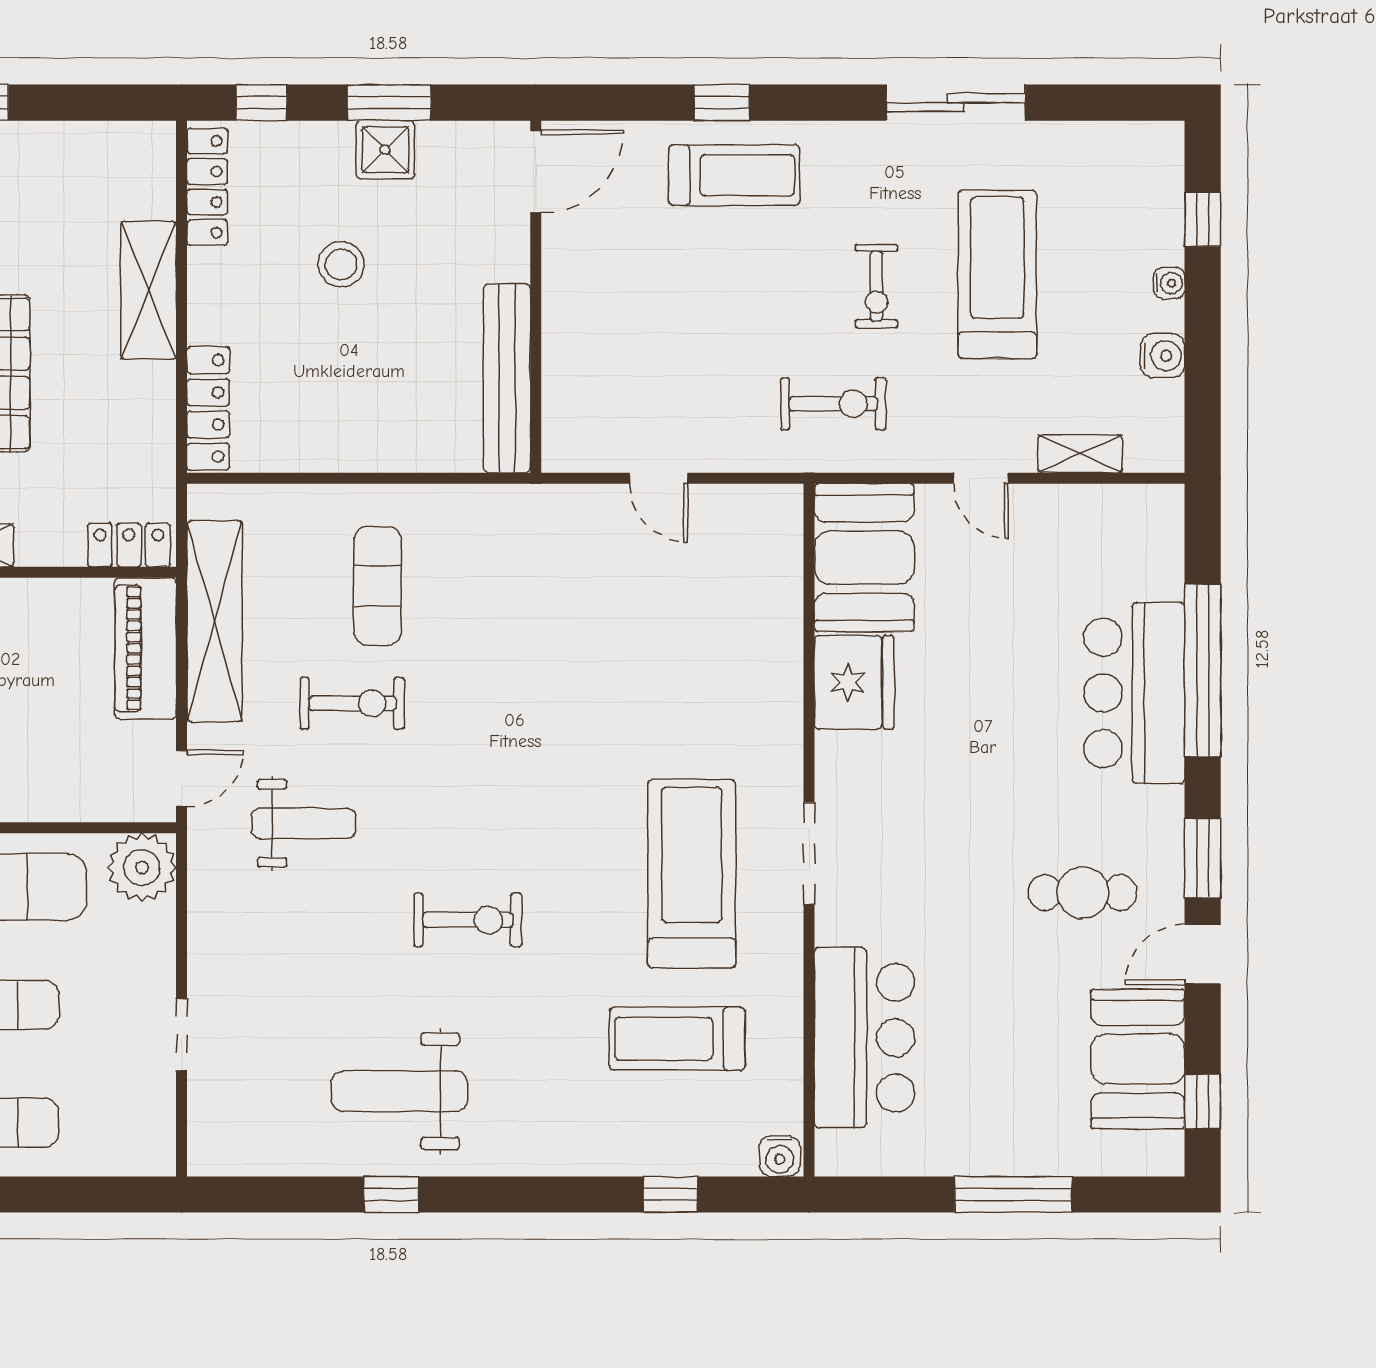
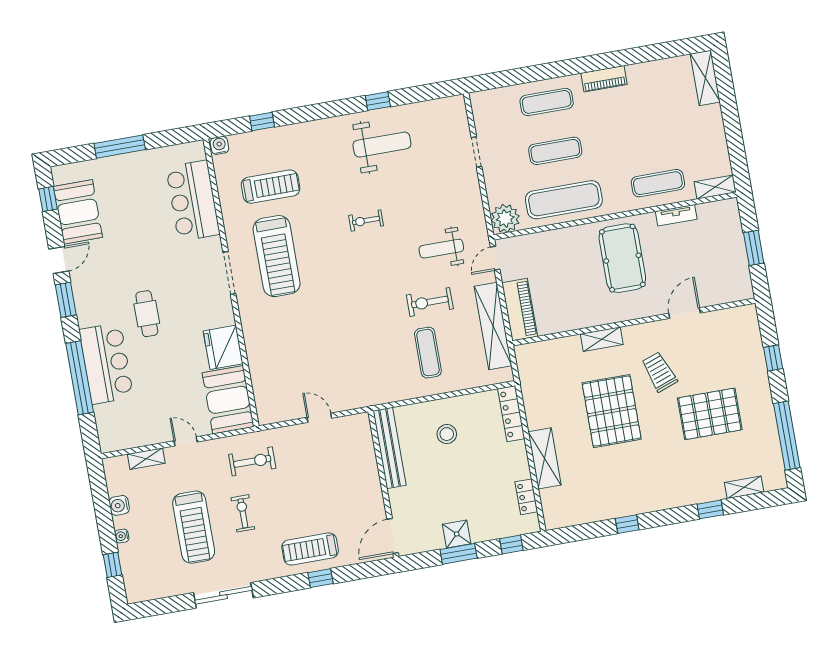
locker: (207, 187) -> (526, 497), width x0.66
stool: (341, 264) -> (447, 434), moved
exercise bike: (833, 404) -> (252, 461), turned 180
locker: (129, 545) -> (534, 351), removed
cafe table: (1083, 893) -> (147, 314), moved, turned 90
exercise bike: (468, 920) -> (366, 221), width x0.73, depth x0.72

